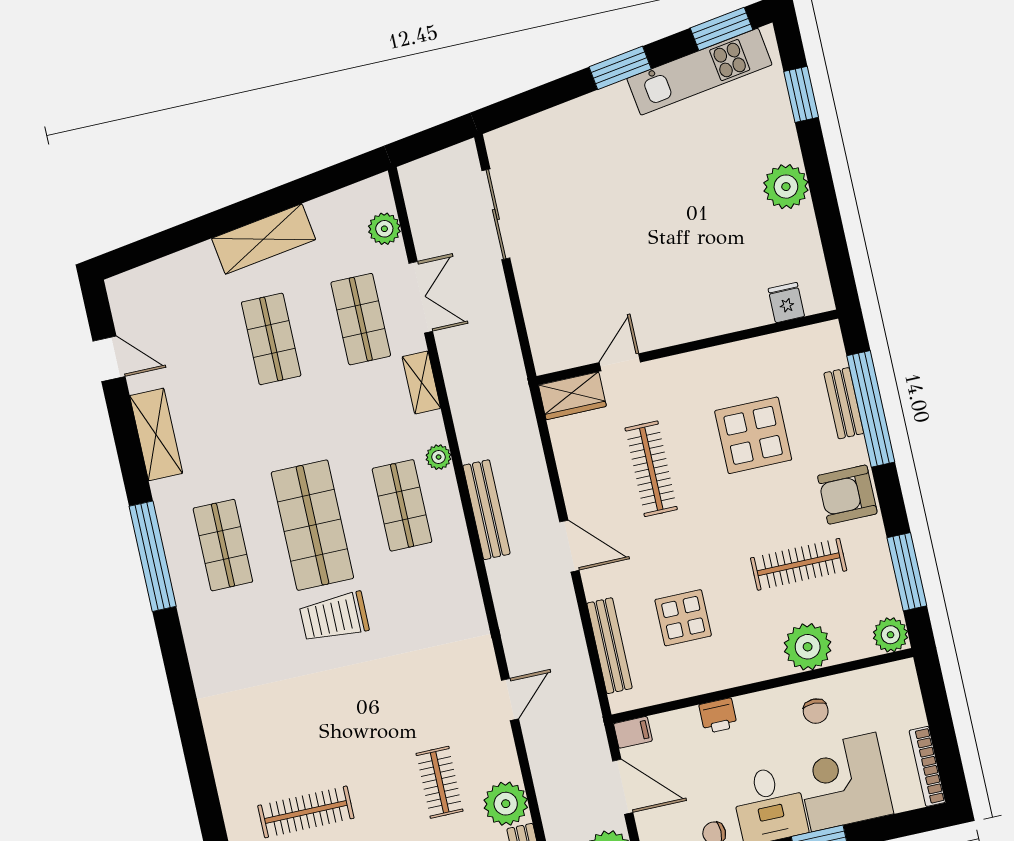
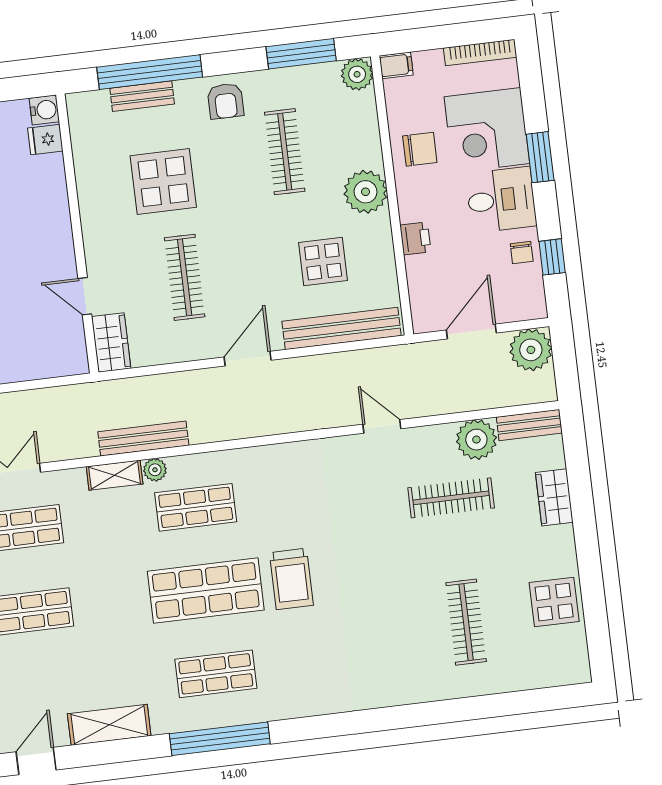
water cooler: (818, 298) -> (44, 110), added
shelving: (421, 382) -> (115, 475), moved
clothes rail: (651, 469) -> (185, 277), turned 90
armchair: (847, 495) -> (226, 101), width x0.72, depth x0.72
bench: (486, 510) -> (143, 439), moved
bench: (610, 646) -> (342, 328), width x1.37, depth x1.21
plant: (808, 647) -> (366, 192), moved
chair: (816, 711) -> (420, 149), width x1.37, depth x1.37
filing cabinet: (633, 732) -> (396, 65), moved, turned 90
clothes rail: (440, 782) -> (451, 498), width x1.36

